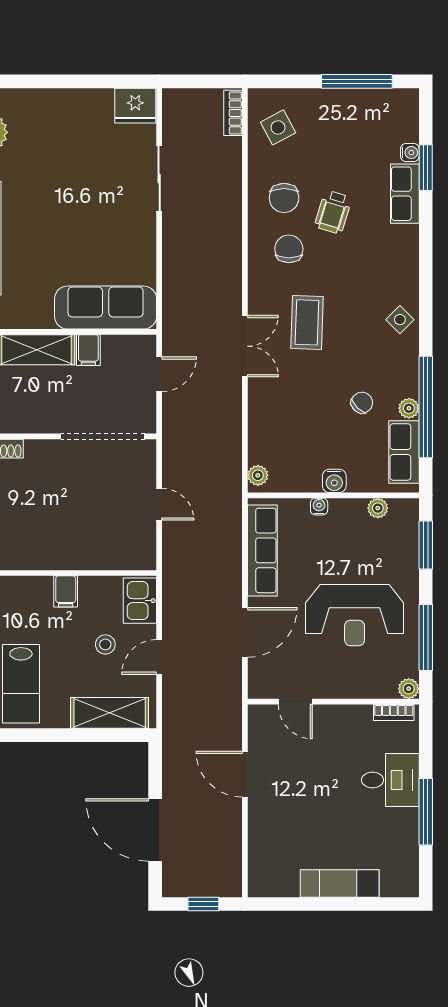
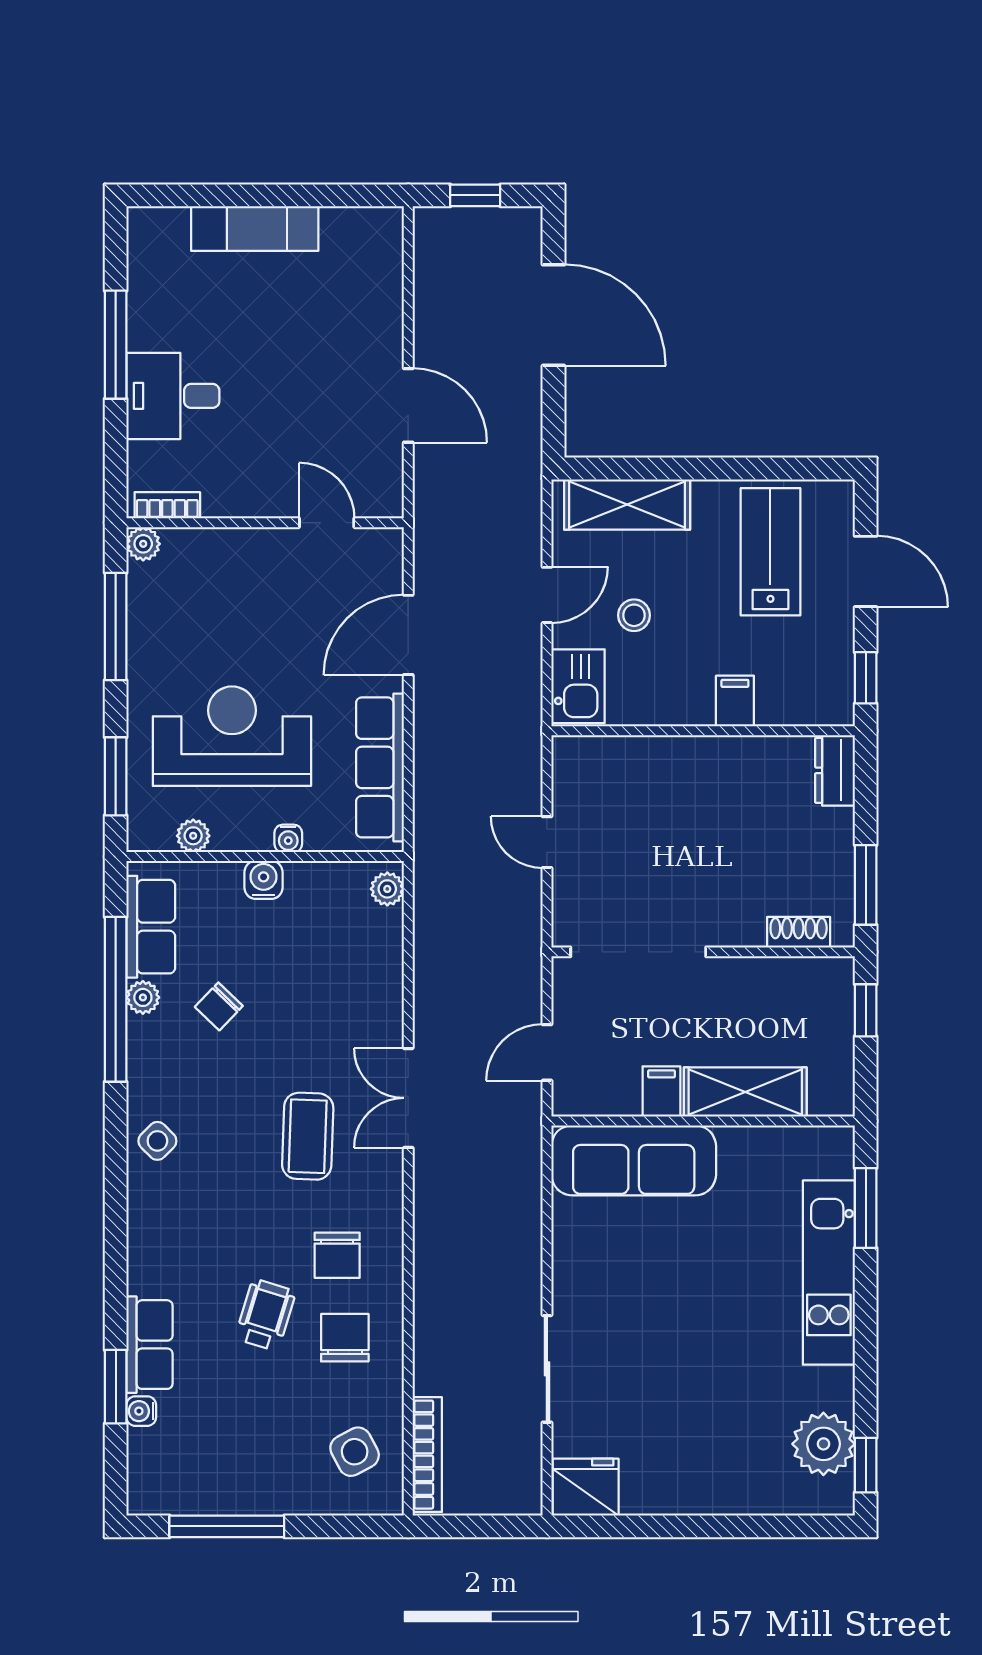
bookcase: (233, 113) -> (427, 1455), width x1.56
filing cabinet: (66, 591) -> (735, 701), moved
reception desk: (355, 615) -> (232, 736), moved

